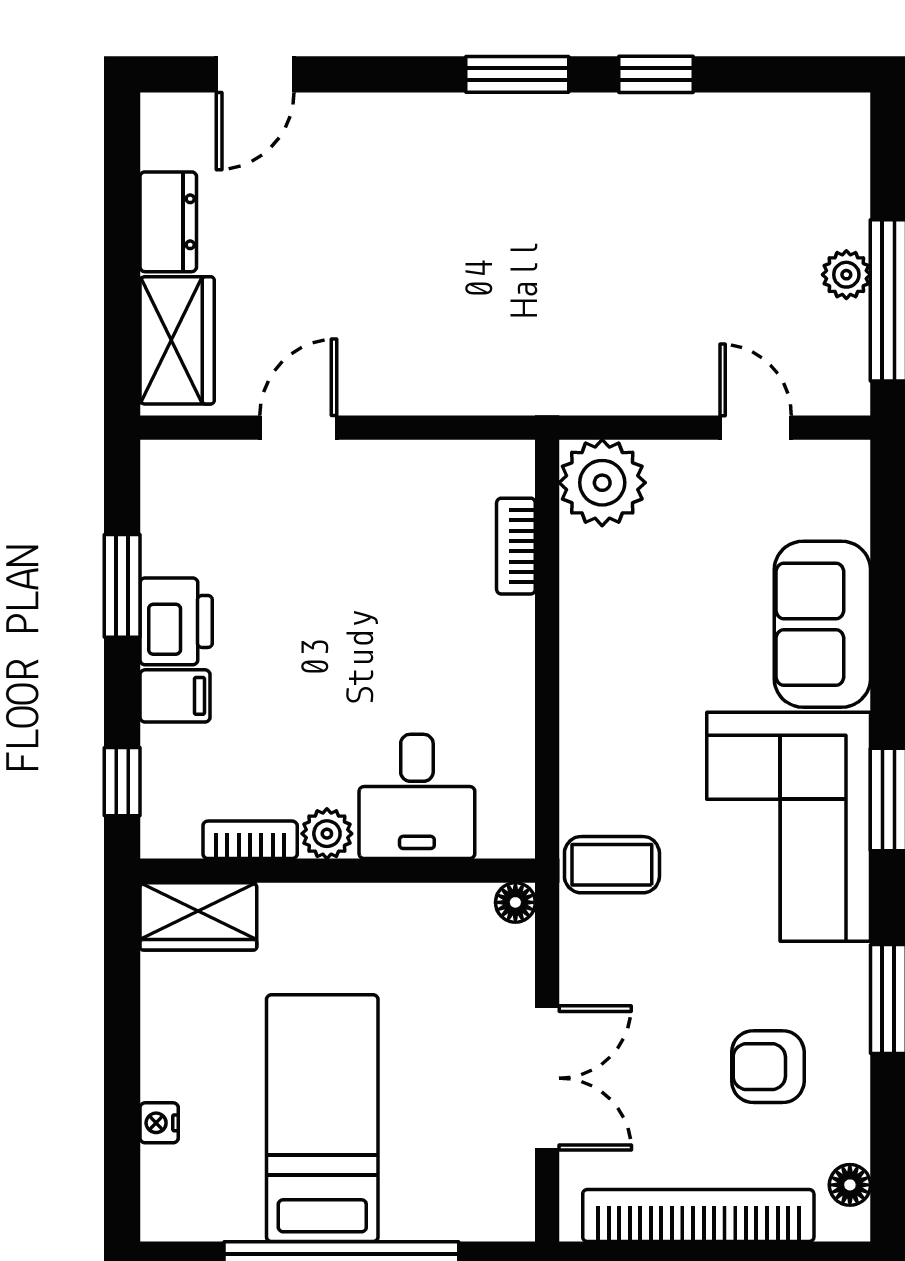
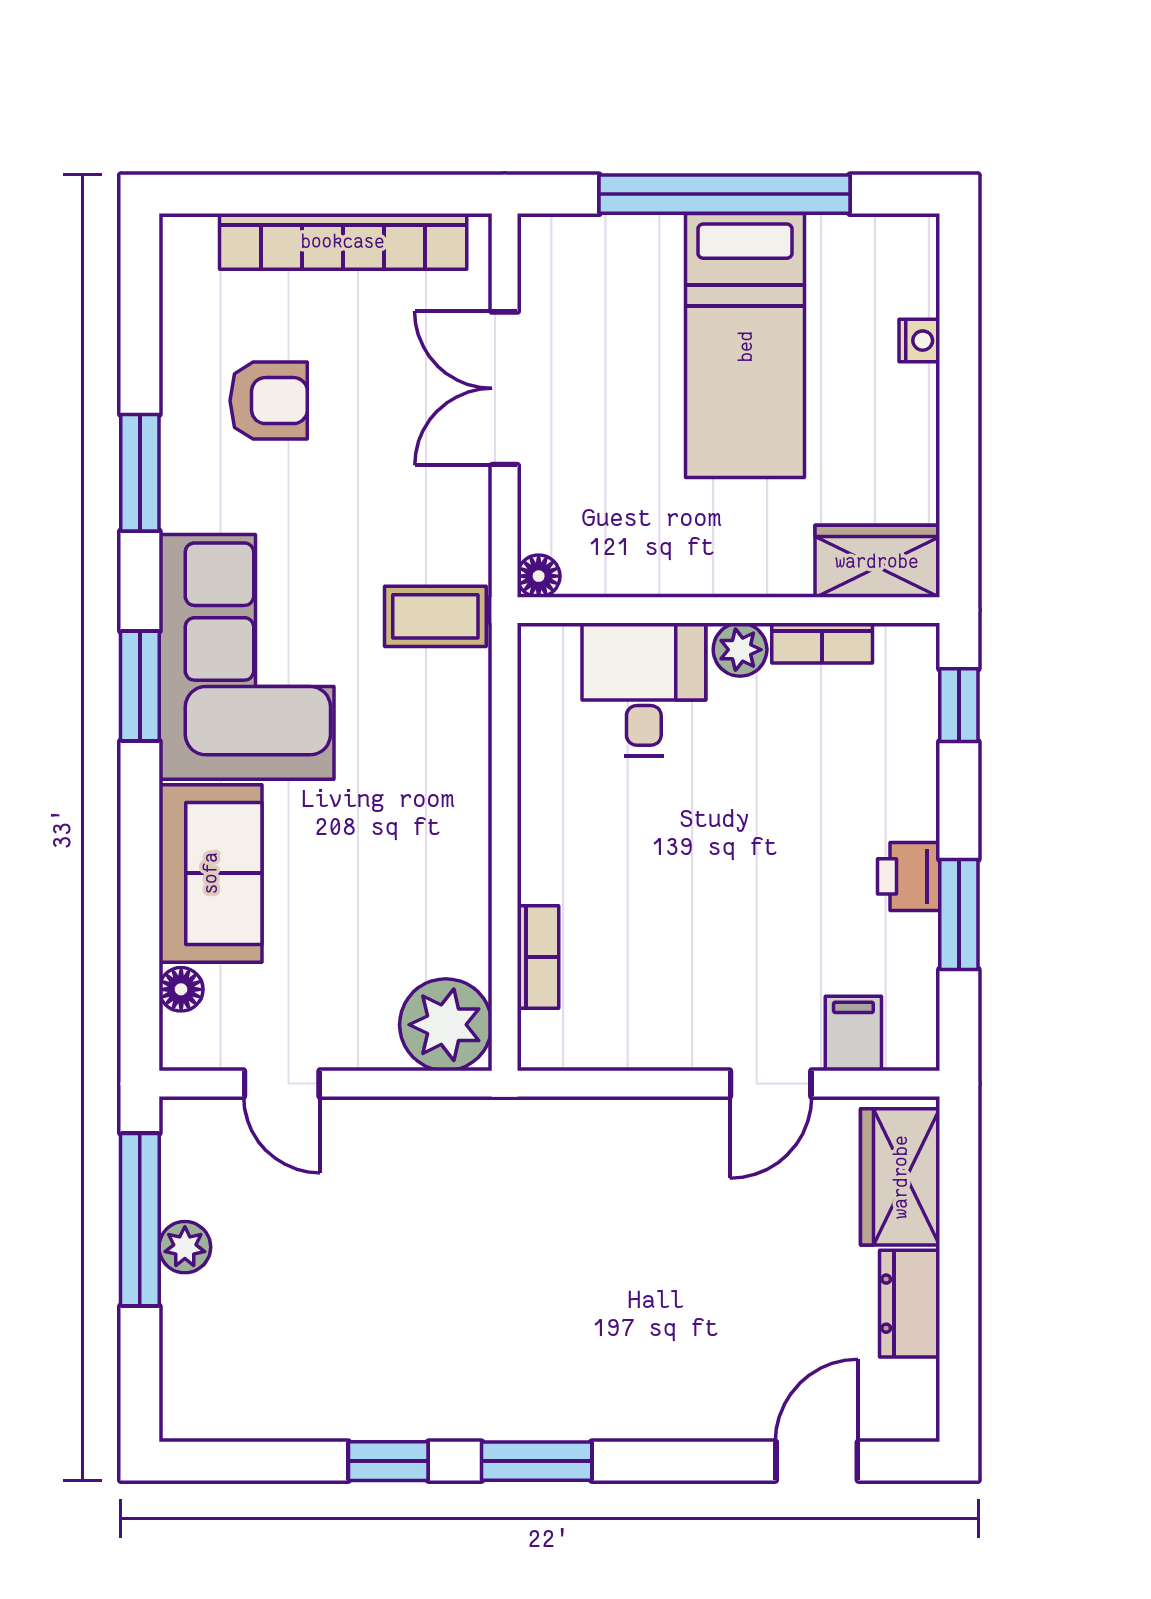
printer: (176, 621) -> (909, 876), width x0.73, depth x0.81
filing cabinet: (175, 696) -> (853, 1033), moved, turned 90
floor lamp: (850, 1185) -> (181, 989), moved

